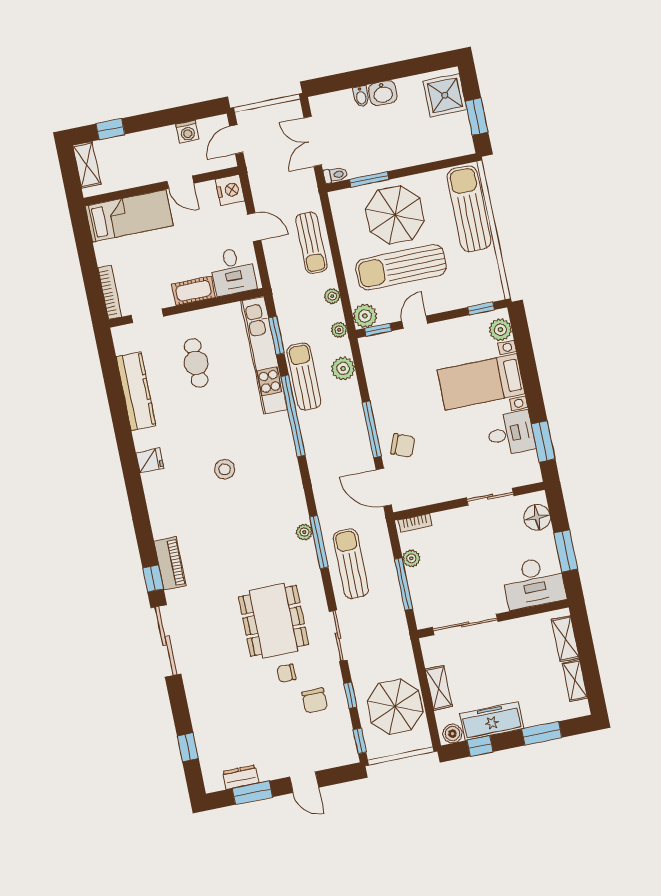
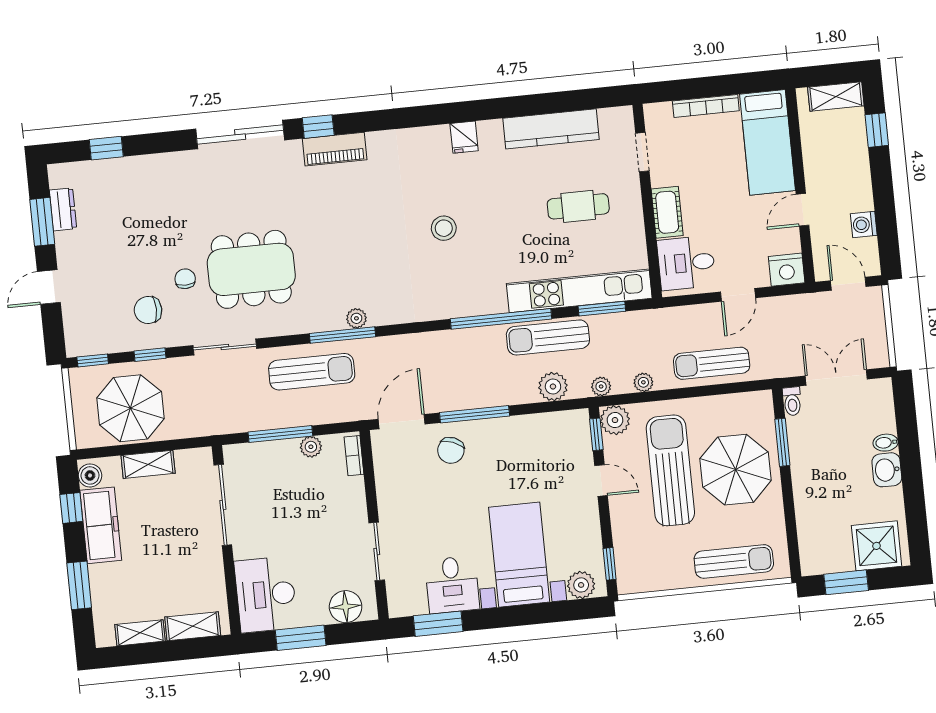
sun lounger: (469, 209) -> (734, 561), width x0.73, depth x0.75
bookcase: (110, 292) -> (706, 106), moved
sun lounger: (304, 377) -> (548, 337), turned 180

